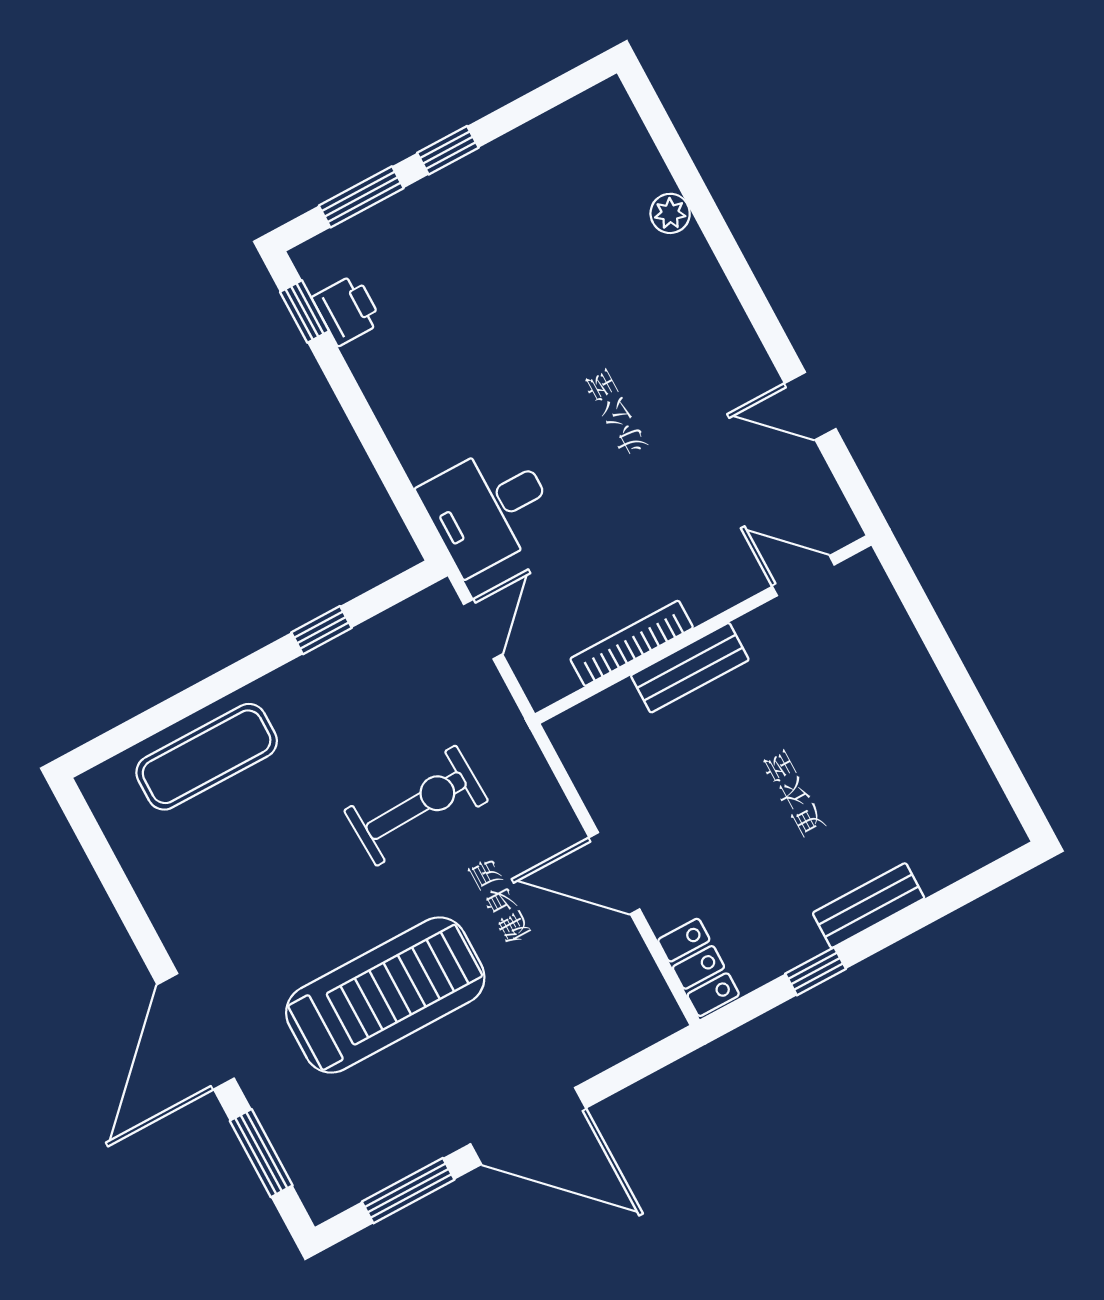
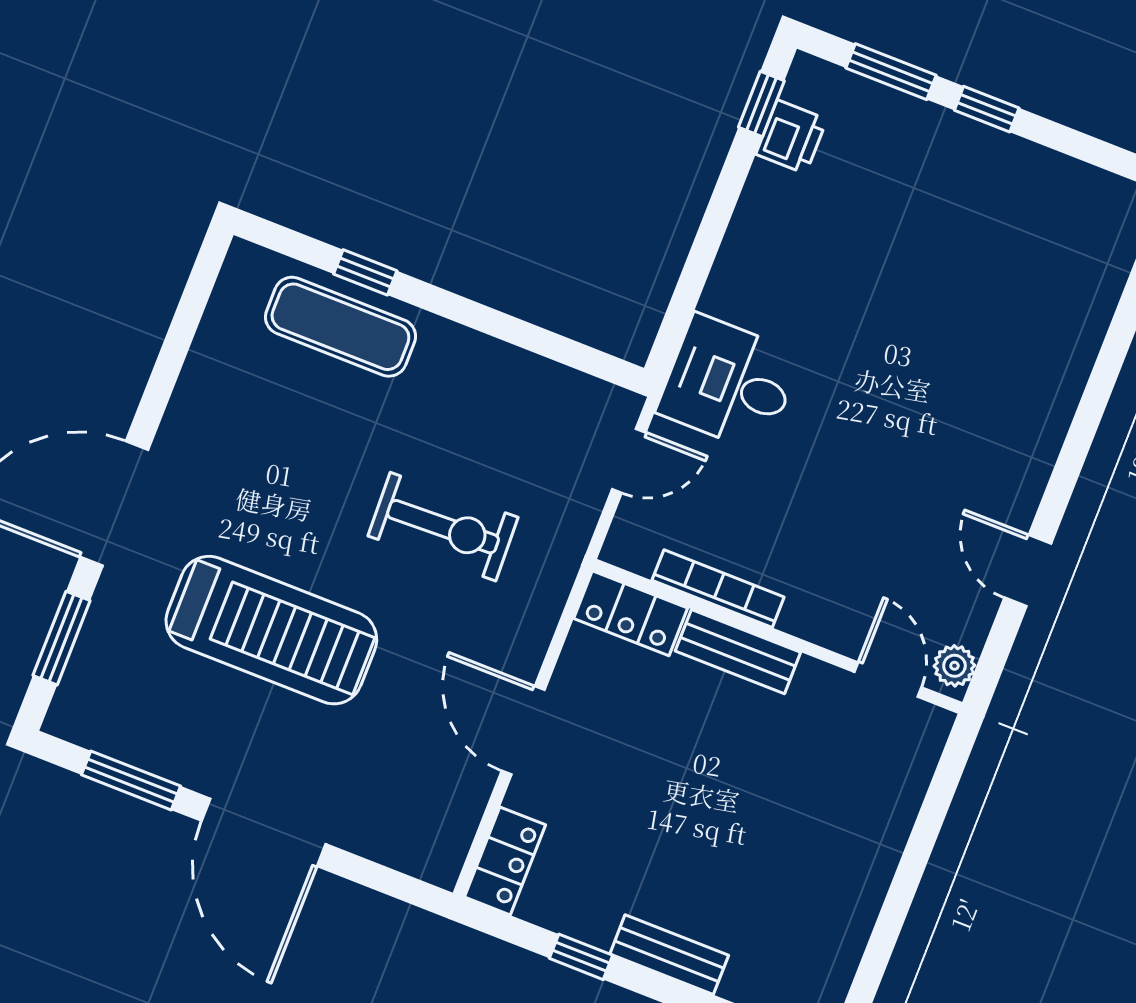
plant: (670, 213) -> (954, 666), moved
window: (321, 630) -> (365, 272), moved
locker: (595, 722) -> (631, 613), added

